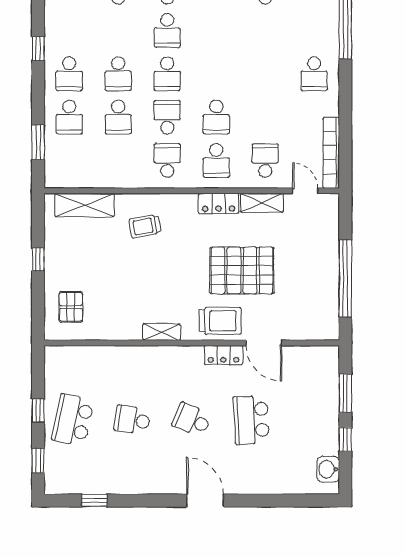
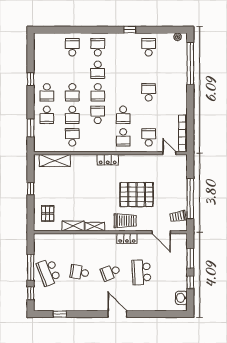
school desk: (314, 74) -> (149, 92), moved, turned 180
school desk: (167, 160) -> (72, 137), moved
locker: (219, 203) -> (108, 160), moved
shelving: (262, 203) -> (73, 226), moved
trolley: (145, 226) -> (178, 216), moved
door: (264, 343) -> (161, 232), moved
window: (38, 410) -> (31, 267), width x2.17
school desk: (73, 420) -> (49, 272), turned -33
school desk: (192, 420) -> (110, 272), turned -45

